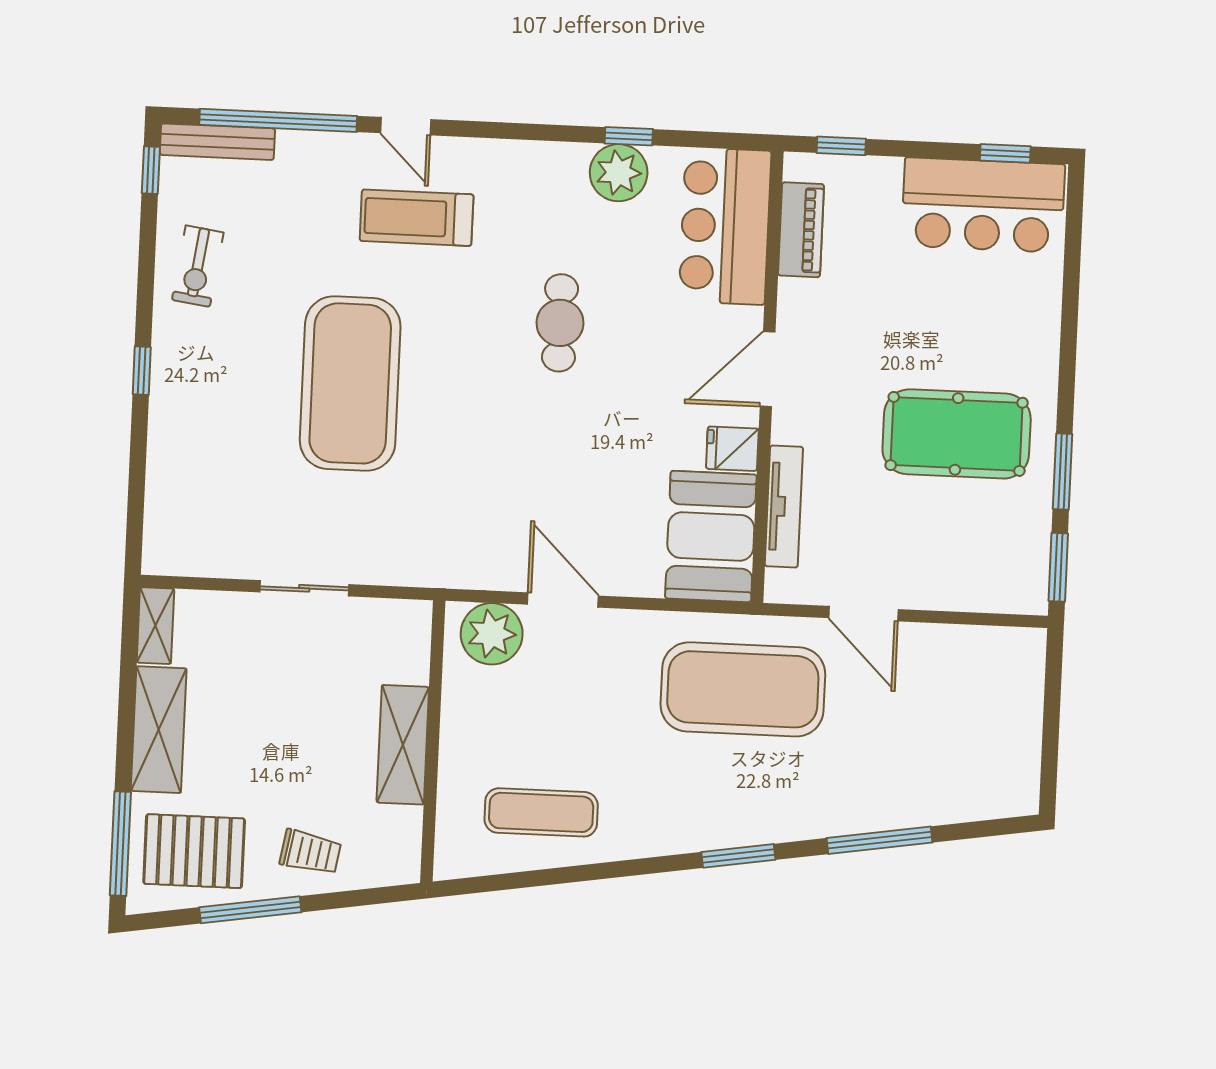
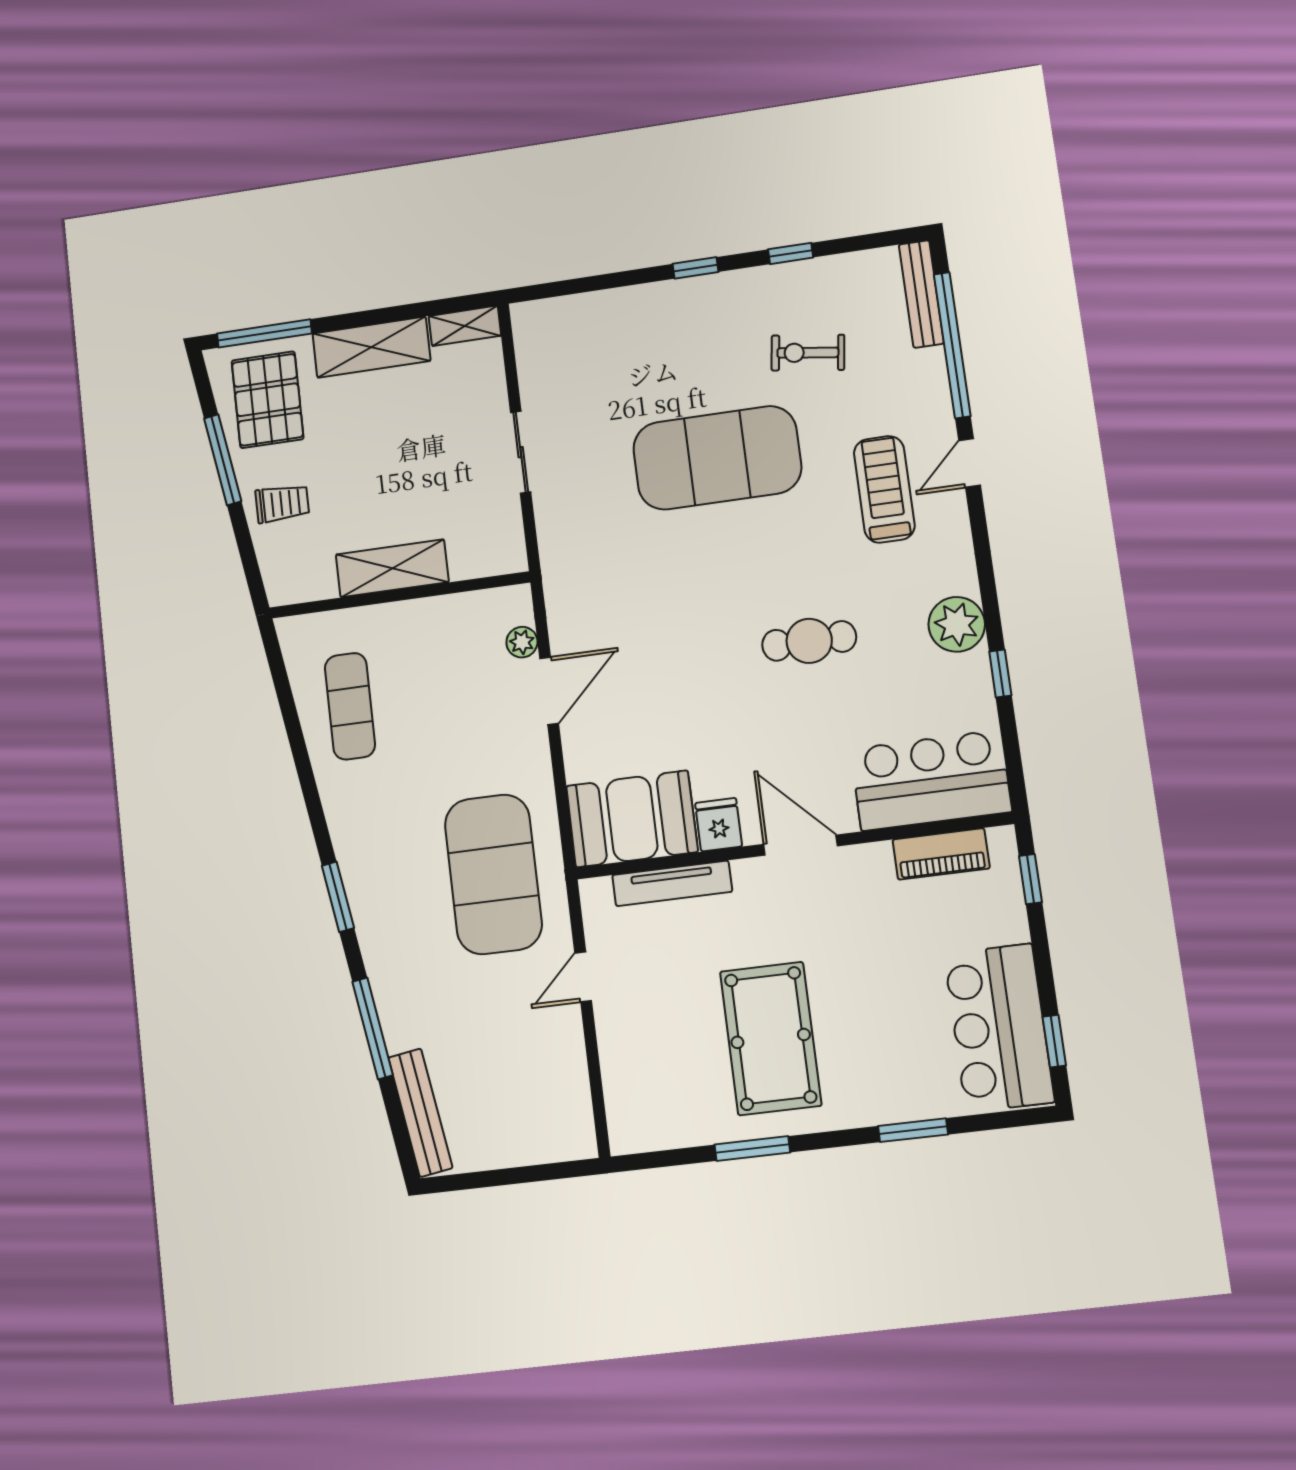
window: (151, 170) -> (791, 253), moved
plant: (619, 173) -> (957, 624), moved
exercise bike: (198, 266) -> (808, 353), moved
window: (1058, 567) -> (913, 1130), moved
door: (863, 614) -> (583, 977), width x0.73
plant: (492, 634) -> (522, 642), width x0.53, depth x0.53
bench: (973, 804) -> (420, 1113), added
trolley: (310, 852) -> (282, 503), turned -100

